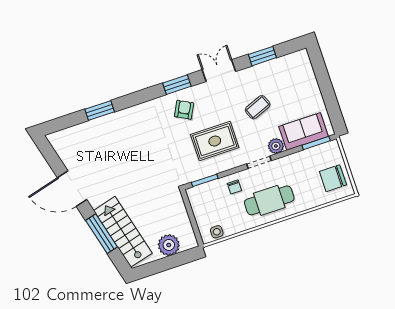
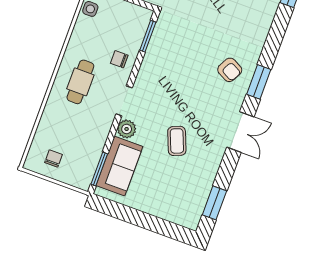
window: (262, 56) -> (214, 203), moved
rug: (215, 141) -> (177, 75), removed
chair: (333, 178) -> (54, 158), width x0.54, depth x0.54
cafe table: (269, 200) -> (80, 82), width x0.73, depth x0.74

